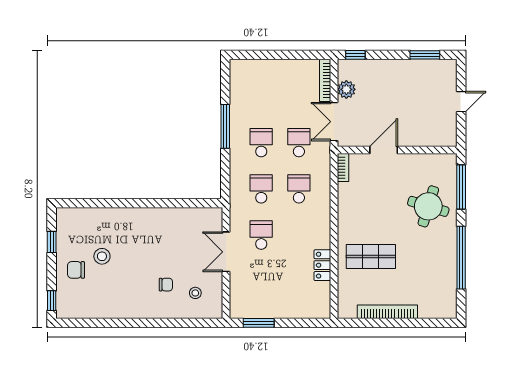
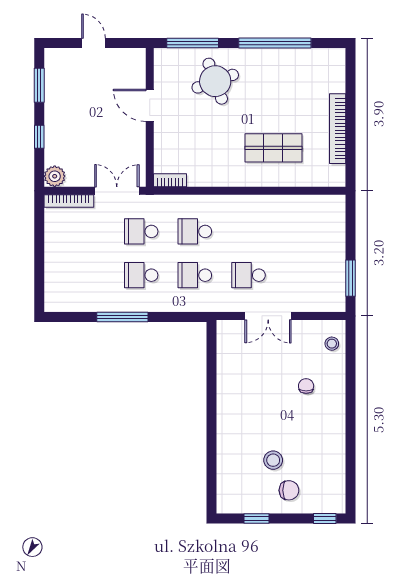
window: (355, 55) -> (39, 137), moved
plant: (346, 89) -> (55, 176), moved
double door: (334, 122) -> (117, 191), swing flipped
door: (384, 150) -> (150, 105), moved
round table: (428, 206) -> (215, 81), turned -37
shop shelf: (371, 256) -> (273, 148), turned 90
locker: (322, 265) -> (283, 204), removed
chair: (76, 270) -> (289, 490), turned -90
stool: (195, 293) -> (332, 344), moved

